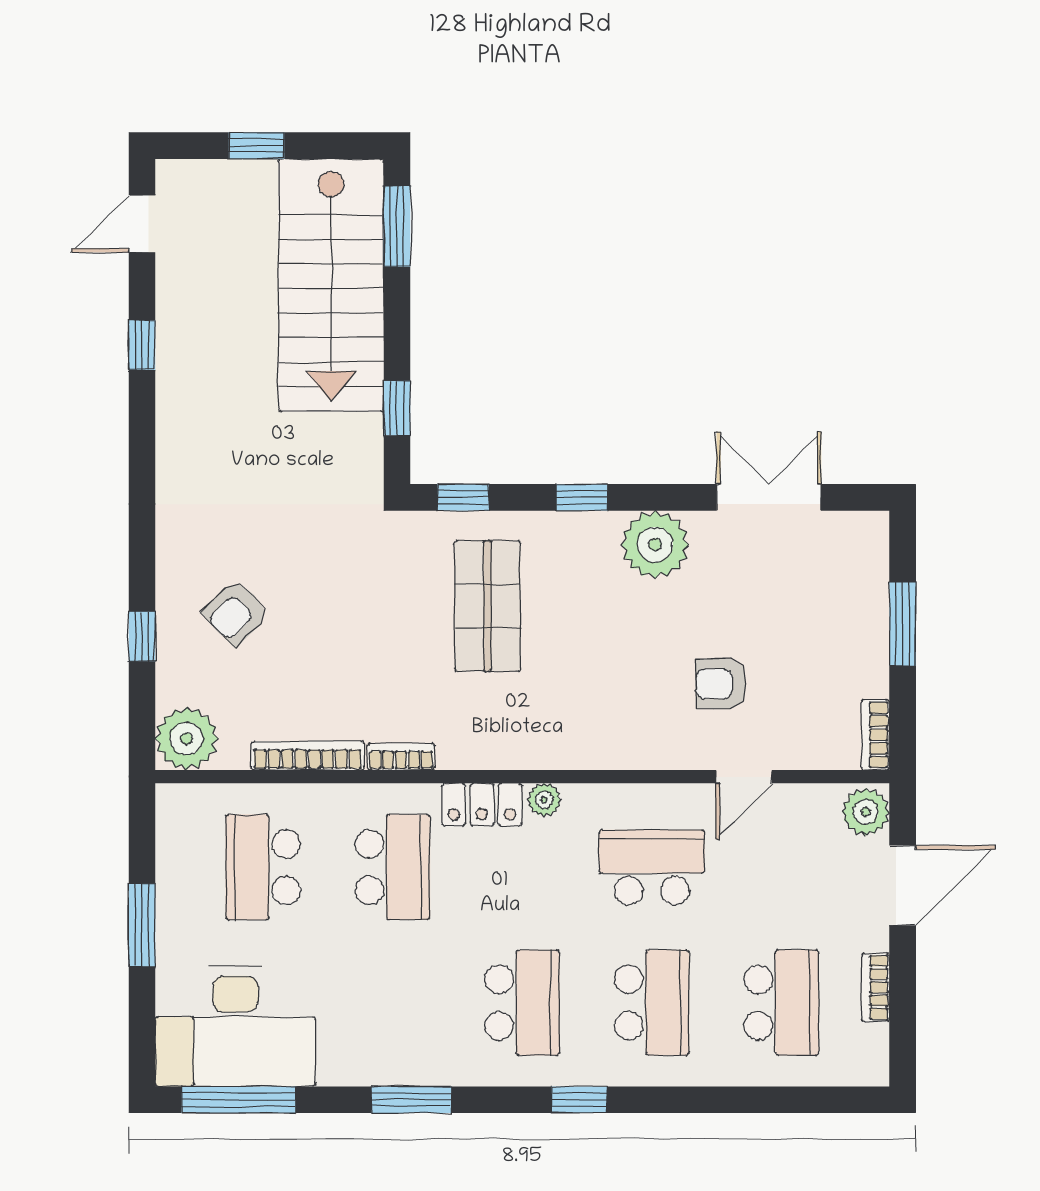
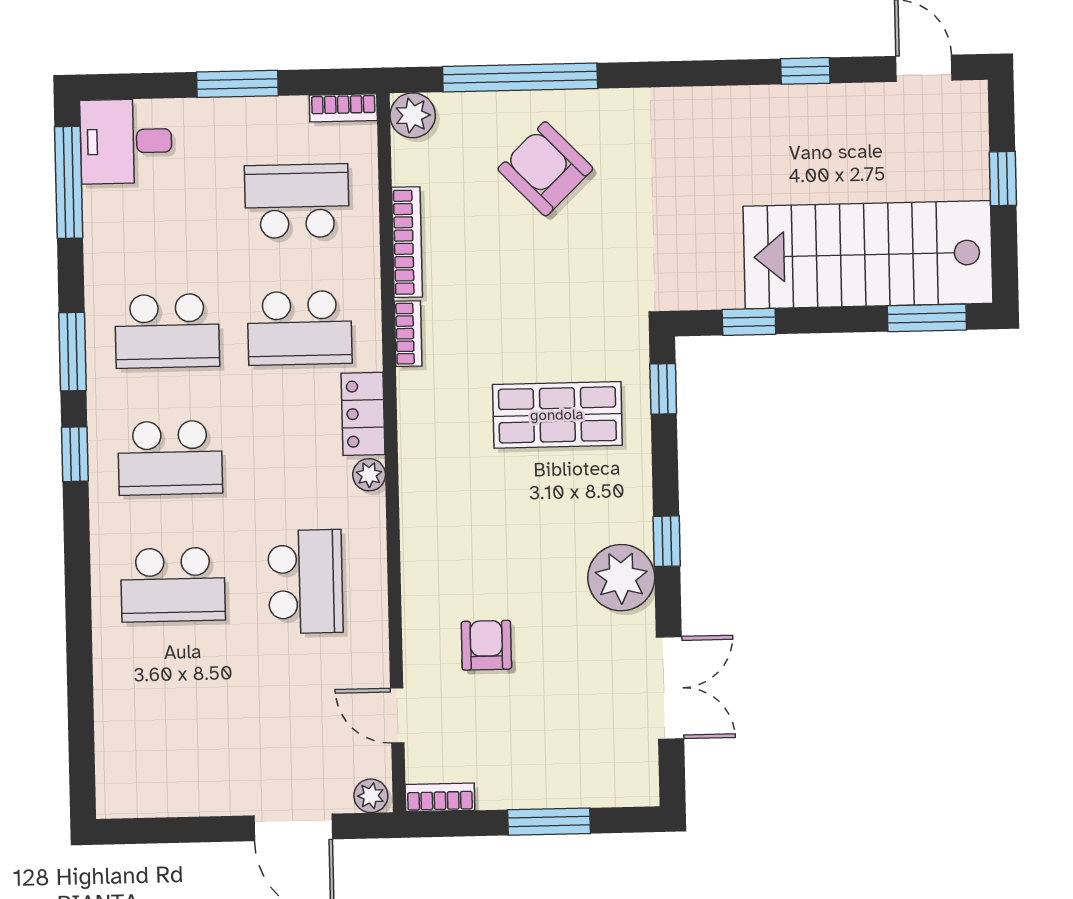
window: (582, 497) -> (667, 541), moved
armchair: (236, 613) -> (545, 169), width x1.38, depth x1.38
window: (142, 636) -> (520, 77), width x3.17
plant: (187, 739) -> (413, 115), width x0.73, depth x0.73
door: (744, 777) -> (397, 716), moved
plant: (866, 812) -> (371, 796), width x0.73, depth x0.73
bookcase: (876, 987) -> (343, 108), moved, turned 180
school desk: (781, 1003) -> (167, 331), moved
desk: (235, 1026) -> (126, 141), width x0.53, depth x0.77
window: (579, 1100) -> (75, 454), moved

